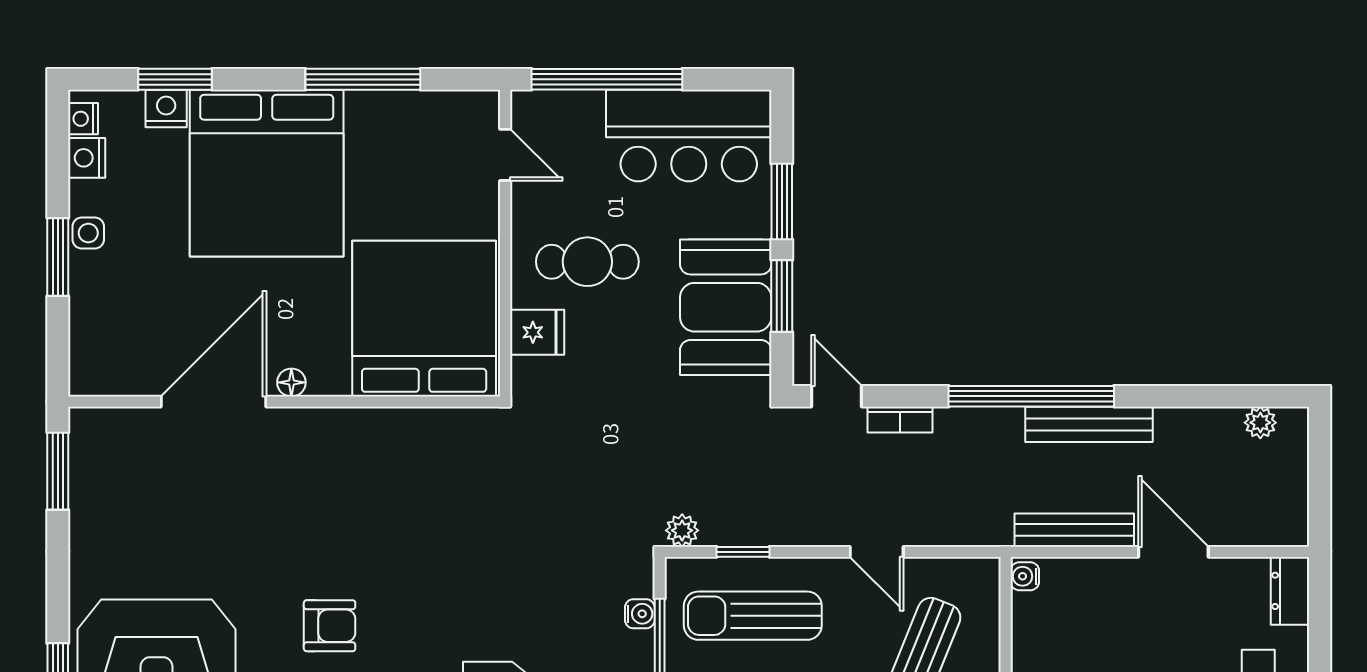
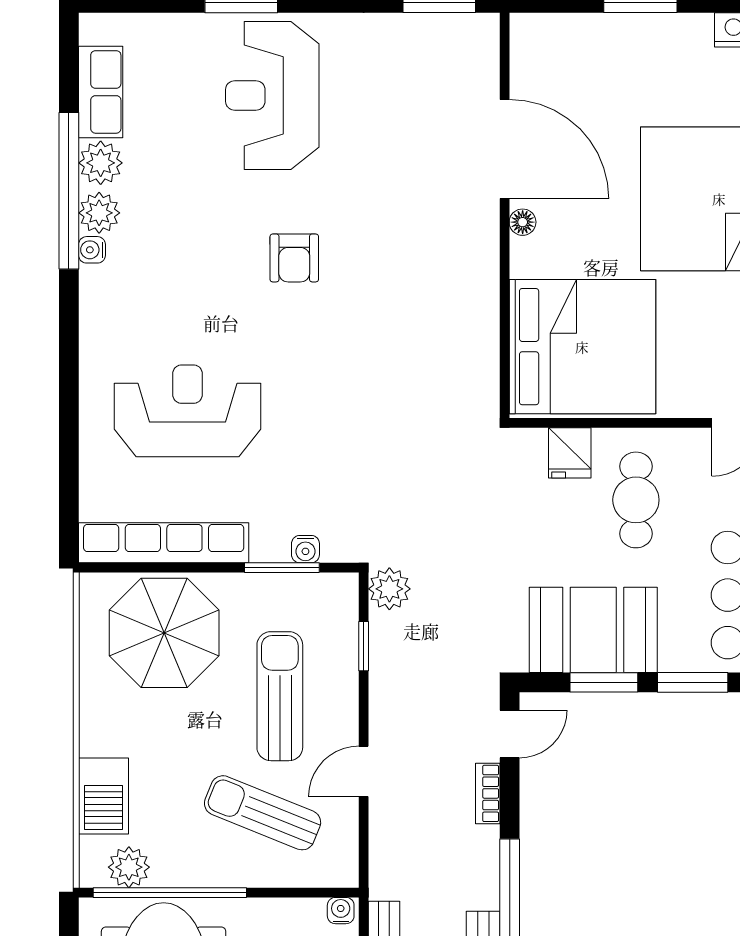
side table: (88, 233) -> (663, 31), removed
plant: (682, 530) -> (389, 589), width x1.38, depth x1.38
sun lounger: (753, 616) -> (280, 696), moved

